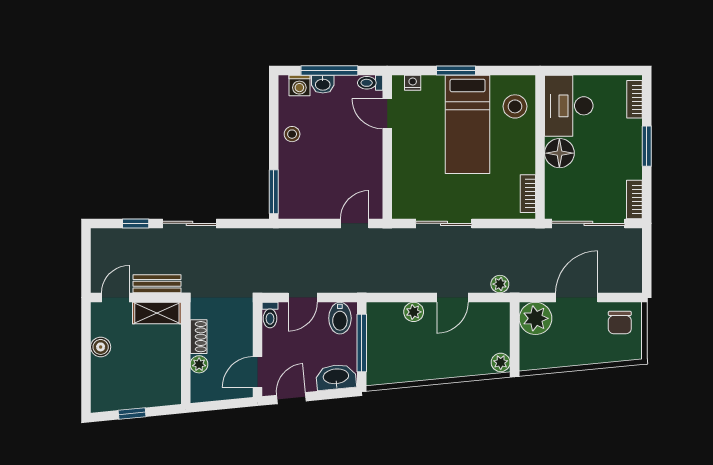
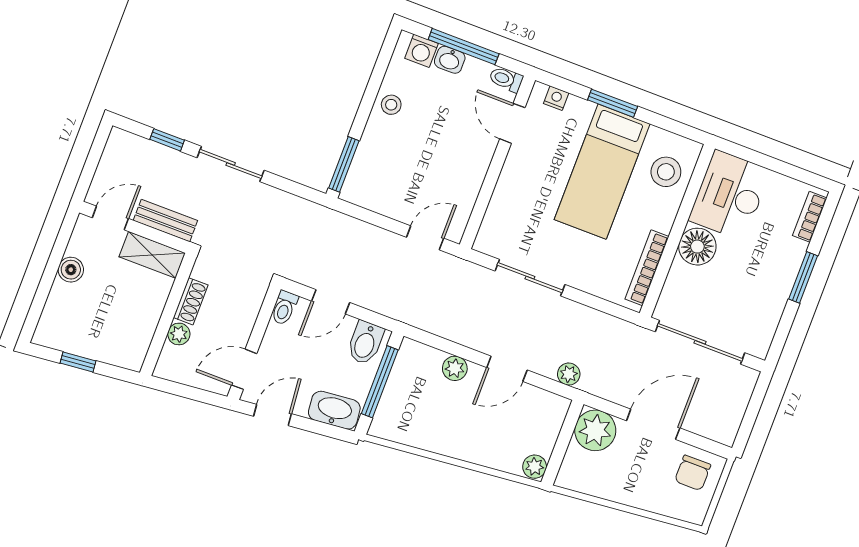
bookcase: (528, 194) -> (647, 268), width x1.56
bookcase: (634, 200) -> (765, 335), removed

